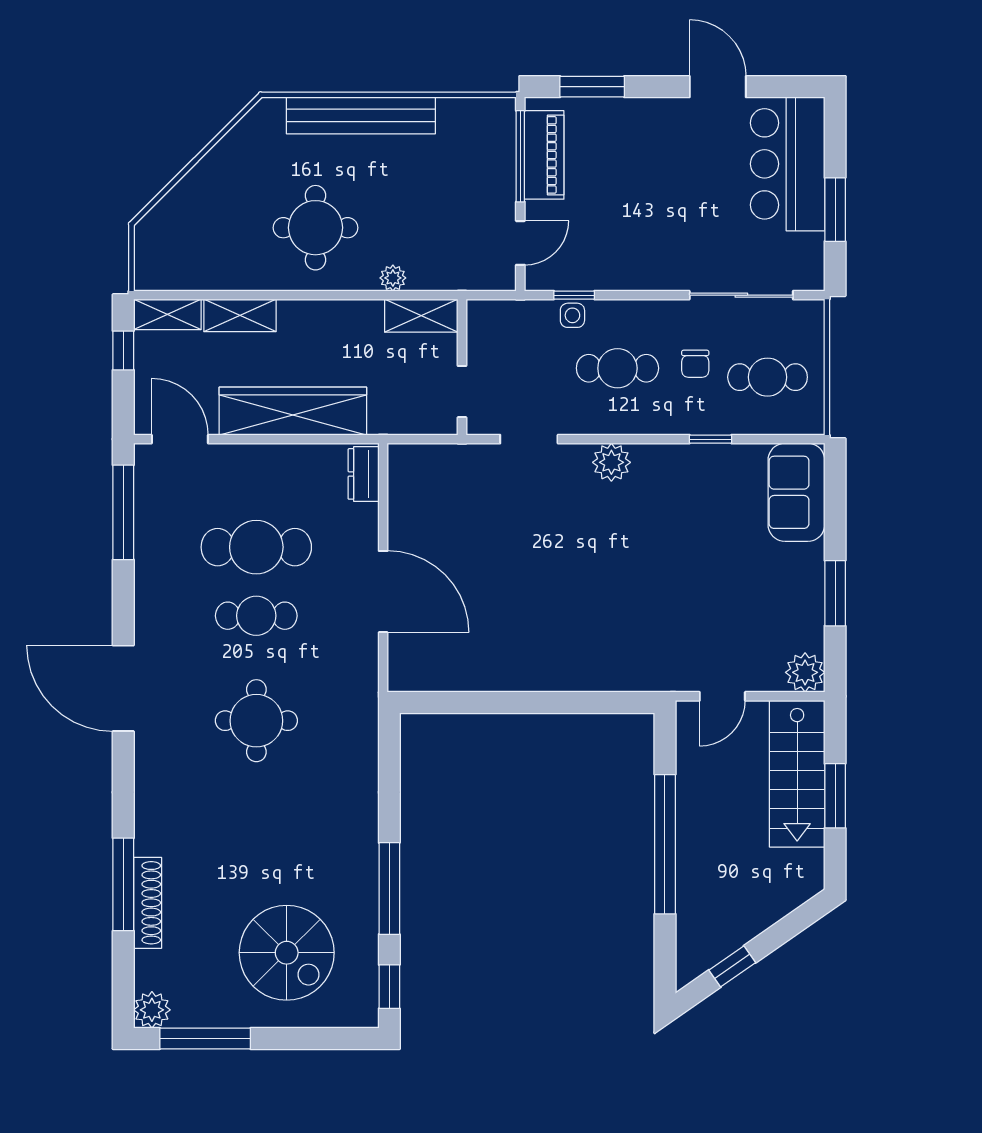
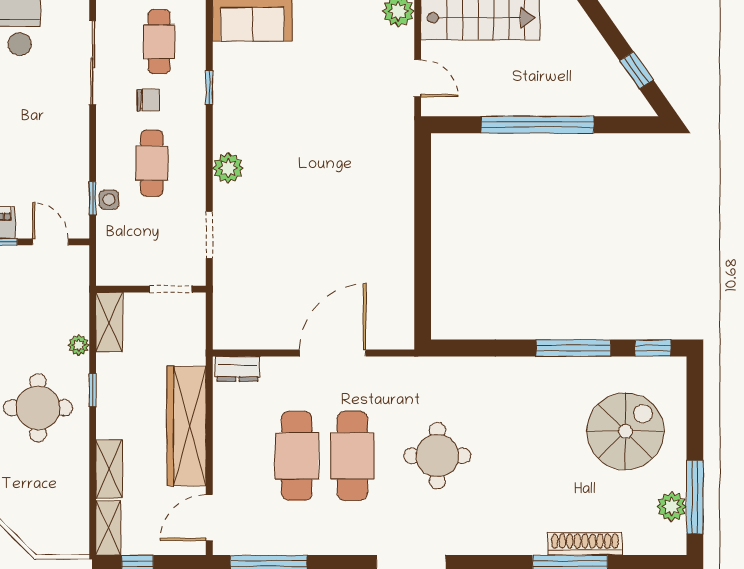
window: (337, 295) -> (93, 390), added
cafe table: (256, 616) -> (352, 456), width x1.37, depth x1.35
plant: (152, 1010) -> (672, 507), moved

